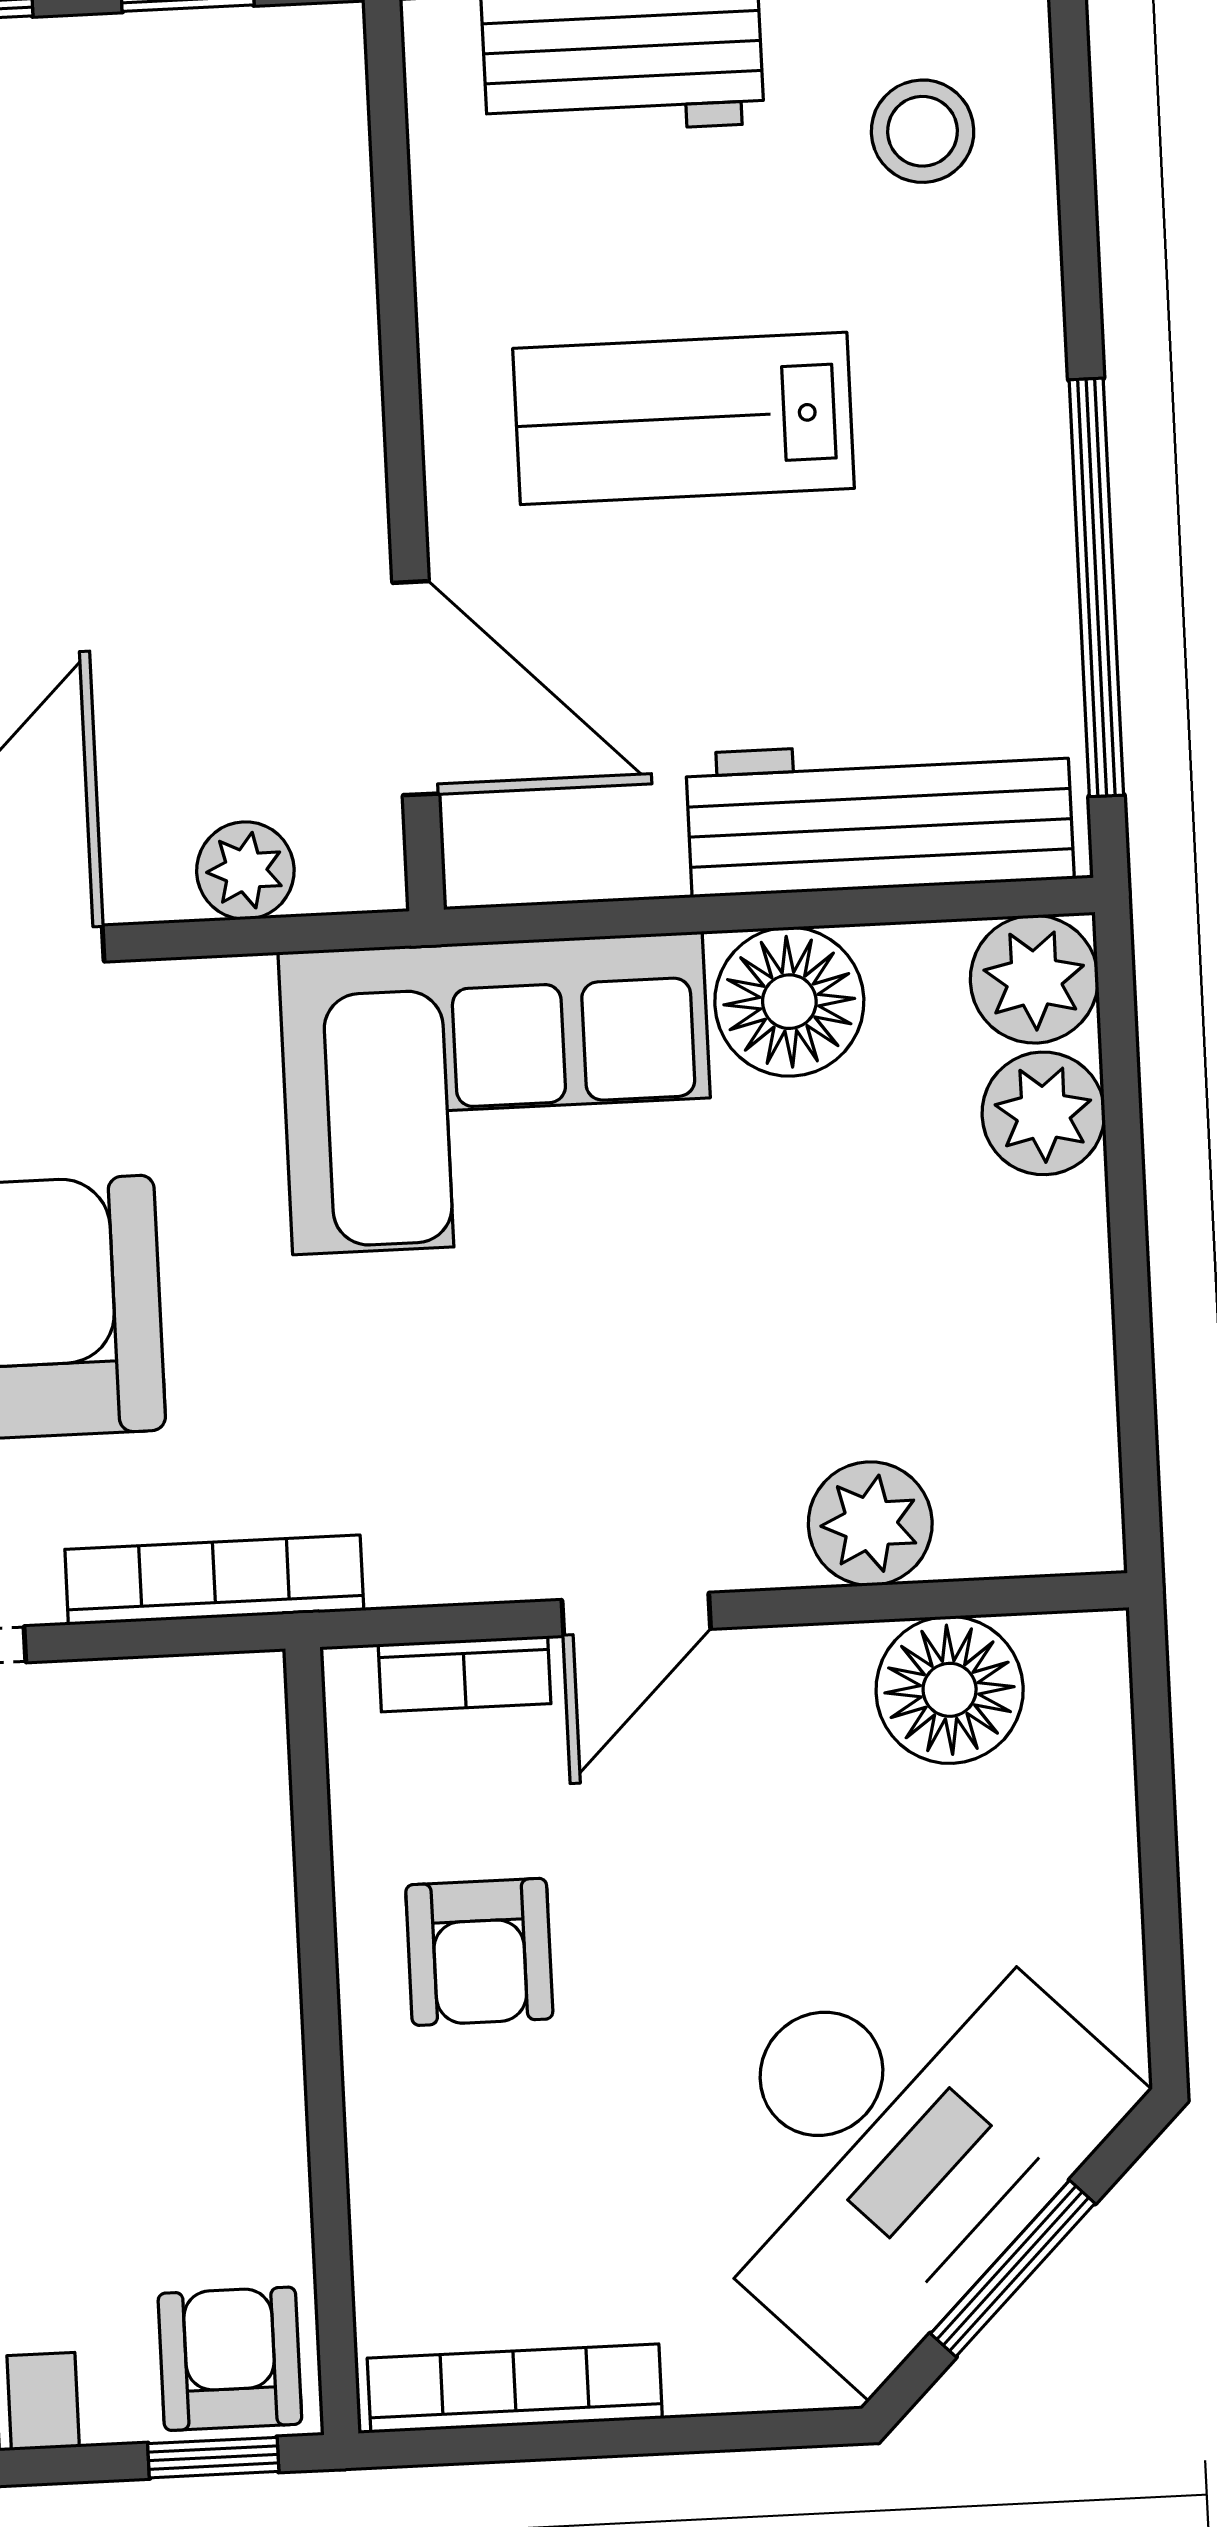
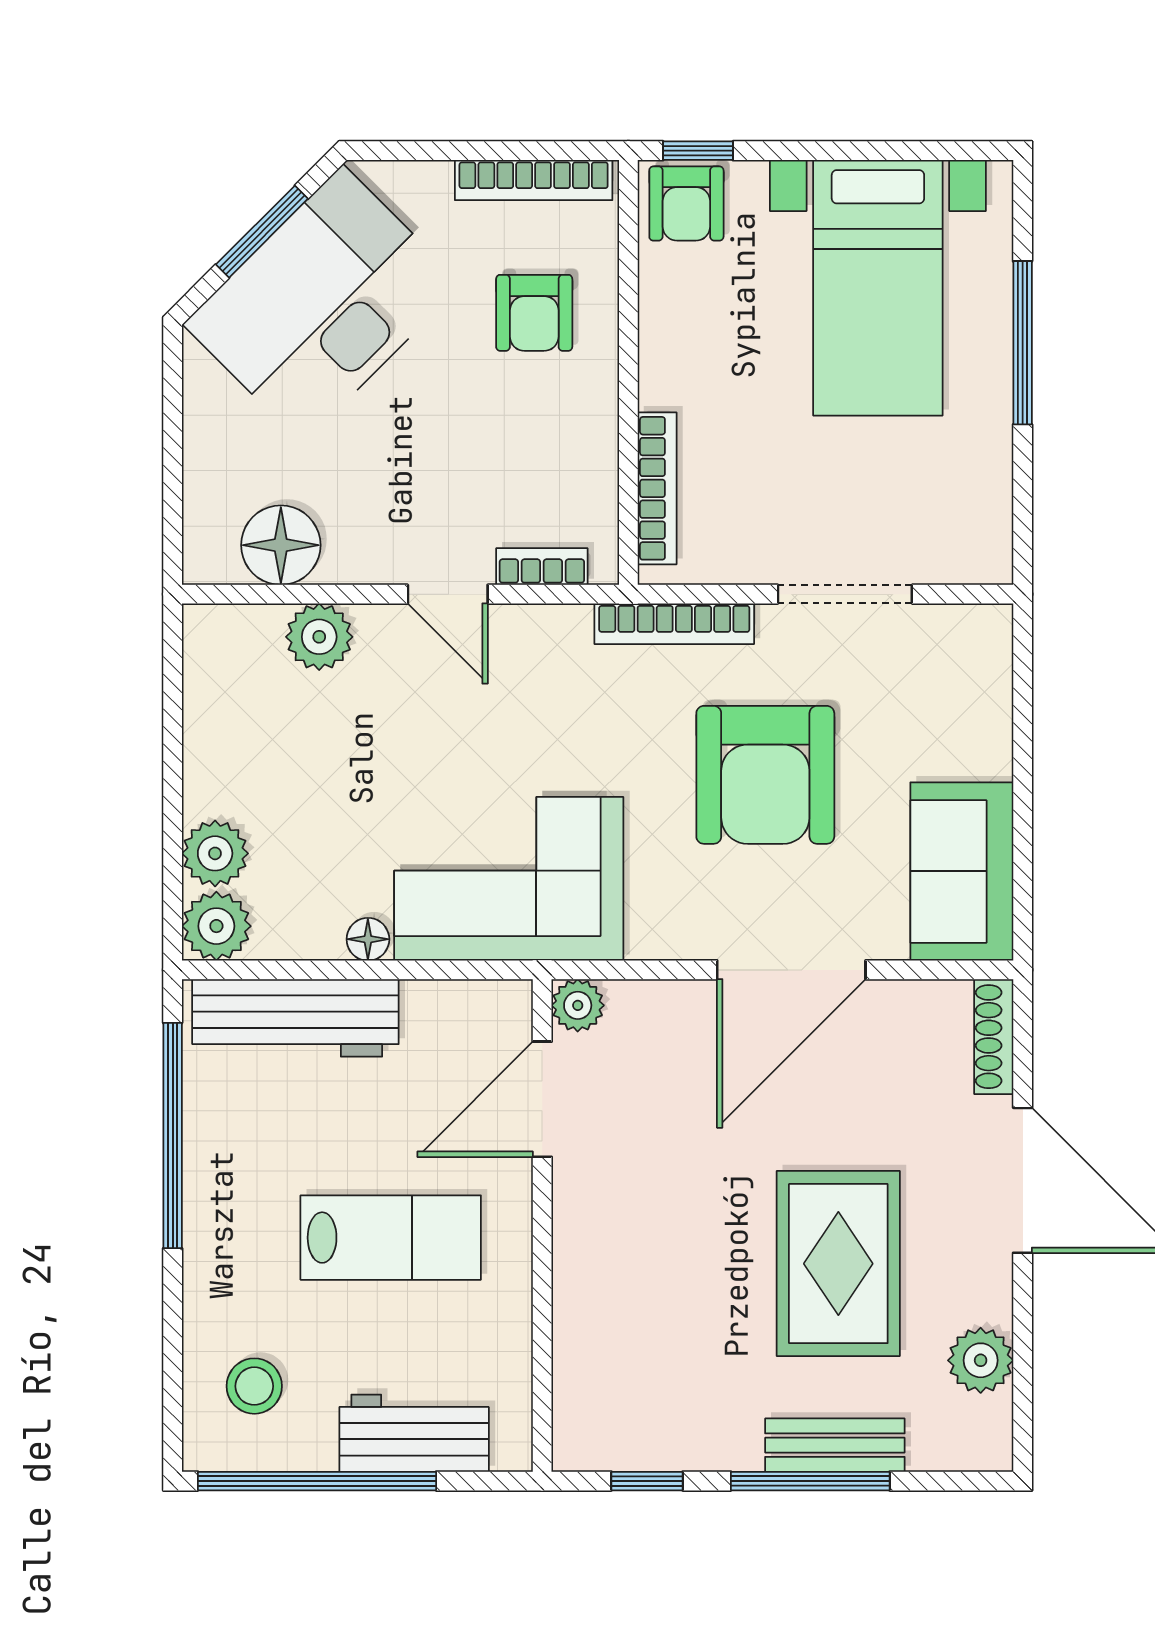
door: (416, 688) -> (542, 1099), hinge flipped
plant: (245, 871) -> (578, 1005), moved
floor lamp: (789, 1002) -> (368, 939), width x0.53, depth x0.53
door: (636, 1614) -> (448, 594), swing flipped
bookcase: (258, 1829) -> (657, 488), added
armchair: (479, 1952) -> (534, 313), moved, turned 180

